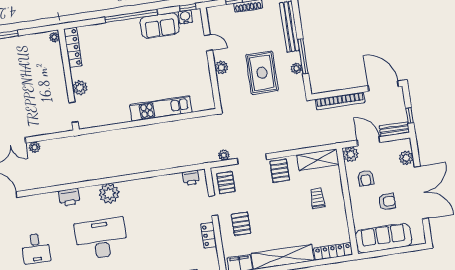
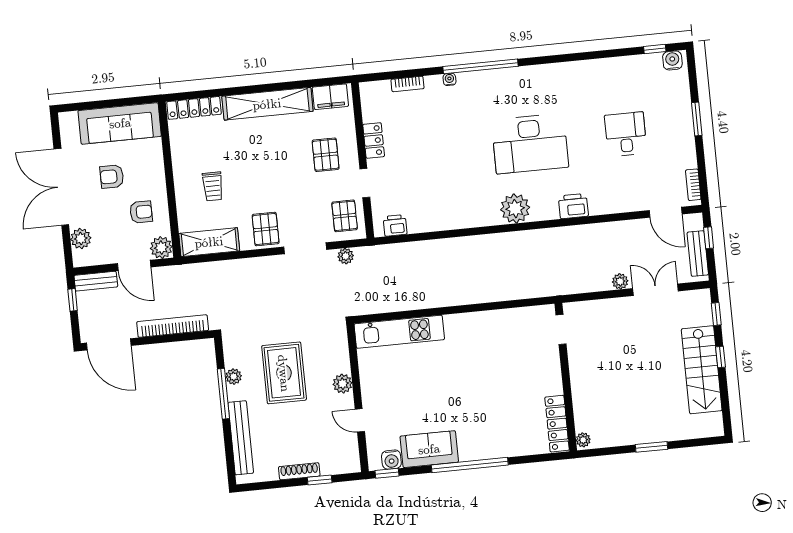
plant: (80, 88) -> (550, 365), removed
kitchen unit: (161, 109) -> (399, 332), moved
armchair: (366, 178) -> (141, 212), turned 92

